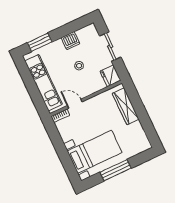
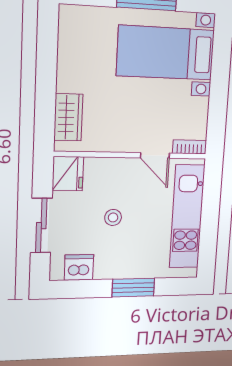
dishwasher: (70, 41) -> (79, 267), moved
window: (40, 42) -> (133, 288), moved
wardrobe: (126, 106) -> (68, 117), width x0.67

